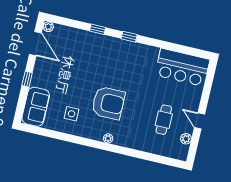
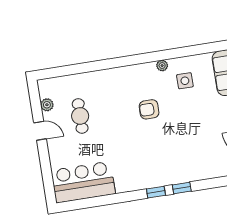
window: (98, 29) -> (182, 188), moved
armchair: (108, 103) -> (149, 109), width x0.53, depth x0.53
plant: (108, 138) -> (162, 66), moved

